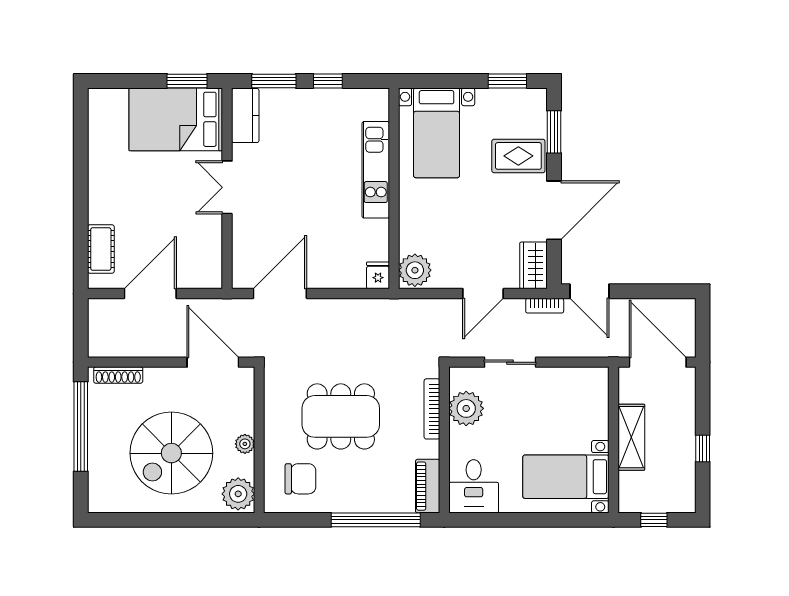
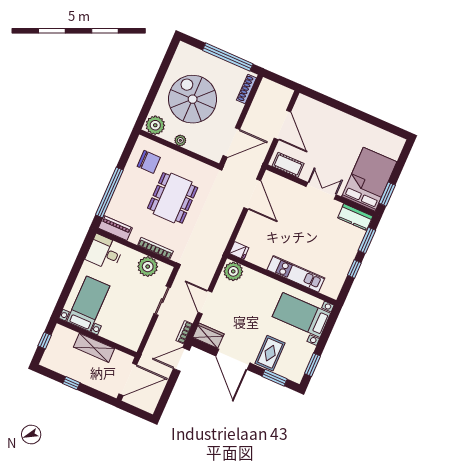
cot: (101, 249) -> (288, 165), moved
chair: (300, 479) -> (149, 162), turned -90

